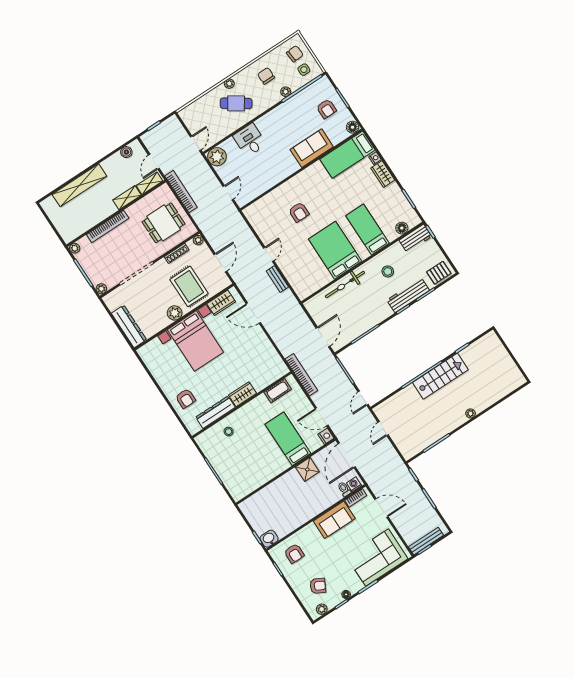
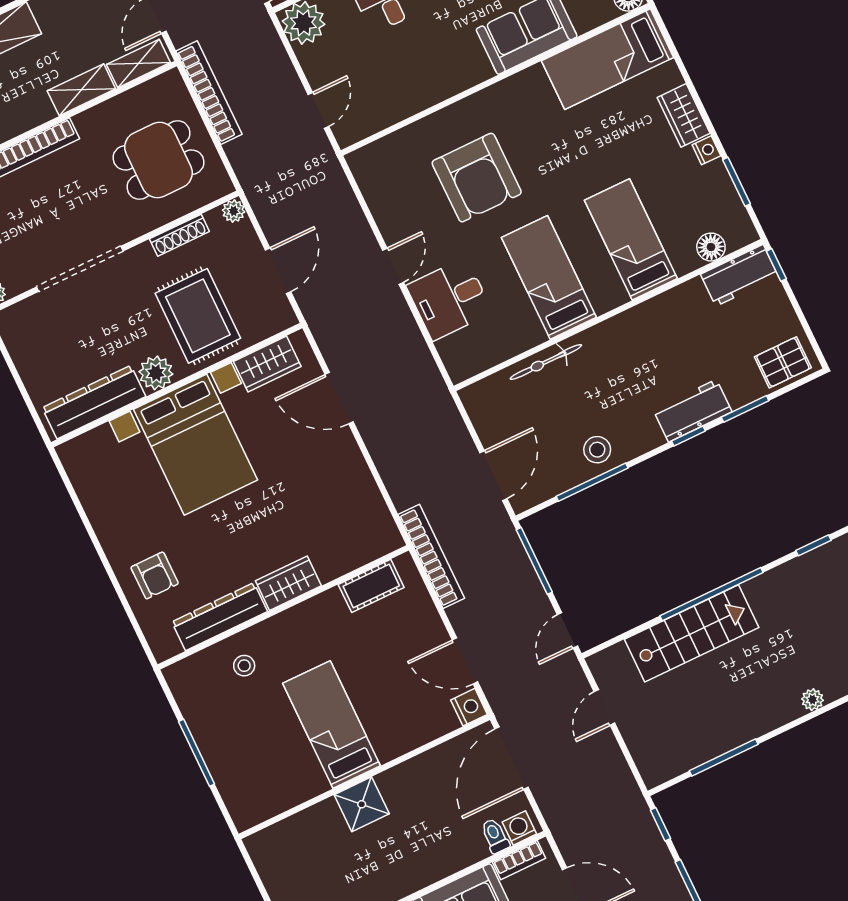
nightstand: (375, 158) -> (706, 150), moved
armchair: (299, 212) -> (477, 178), width x1.88, depth x1.88
bed: (335, 250) -> (549, 277), width x0.67
desk: (294, 265) -> (449, 299), added
stool: (388, 271) -> (597, 450), moved
bench: (277, 279) -> (406, 326), removed
bicycle: (345, 284) -> (546, 362), width x0.73, depth x0.71
workbench: (408, 295) -> (693, 411), width x0.73
dresser: (129, 327) -> (94, 402), moved, turned -90
stairs: (440, 376) -> (692, 633), moved
bed: (288, 439) -> (332, 725), moved
shower: (307, 469) -> (362, 804), moved

